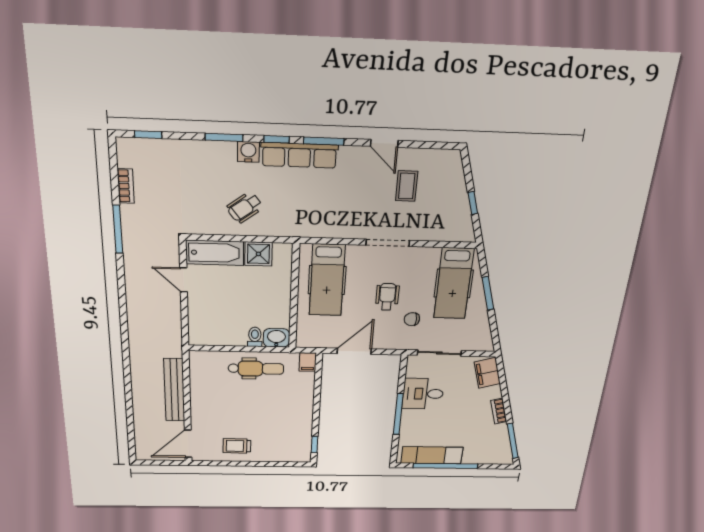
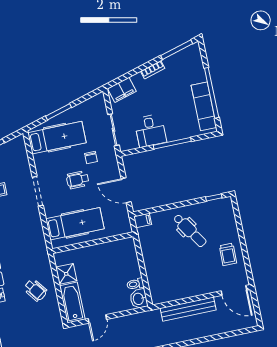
toilet: (255, 337) -> (135, 284), moved
washbasin: (276, 338) -> (139, 299), moved
dental chair: (256, 369) -> (190, 231), moved, turned 147

